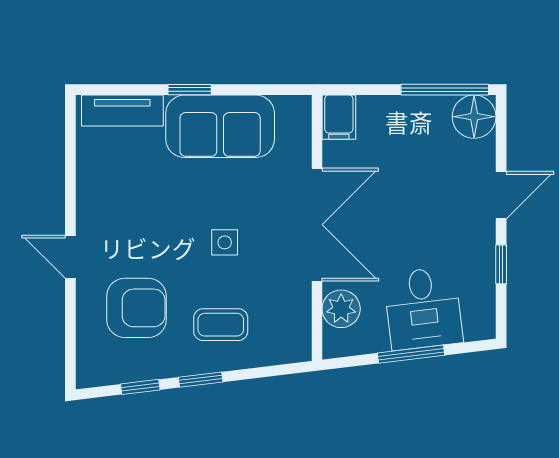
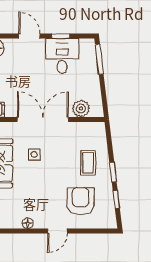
floor lamp: (88, 191) -> (28, 223), added
side table: (225, 242) -> (34, 154), moved
desk: (423, 308) -> (62, 56), moved, turned -83
window: (411, 354) -> (99, 59), moved

